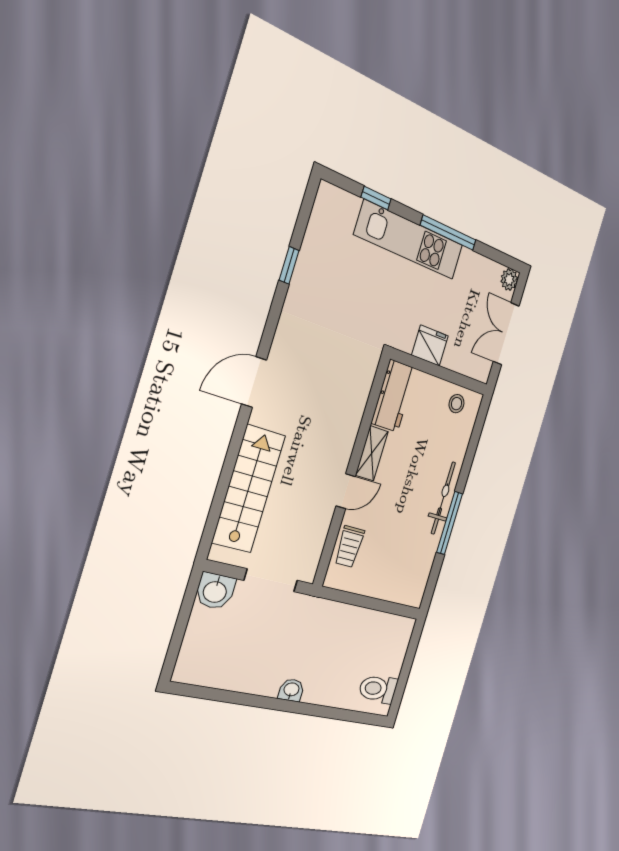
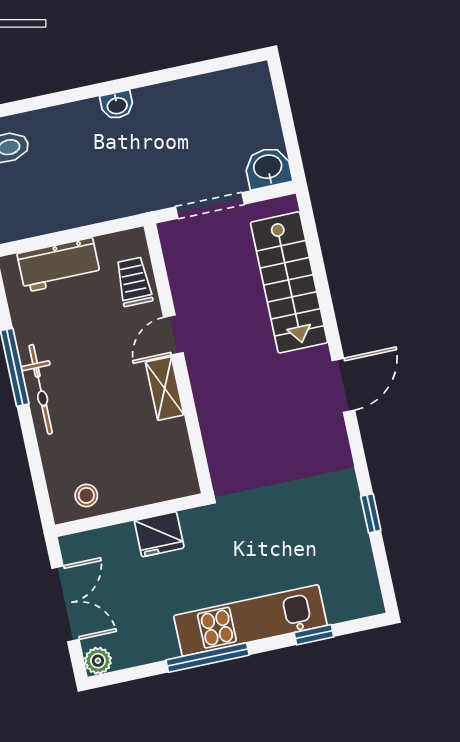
workbench: (394, 396) -> (59, 265), moved, turned -90

